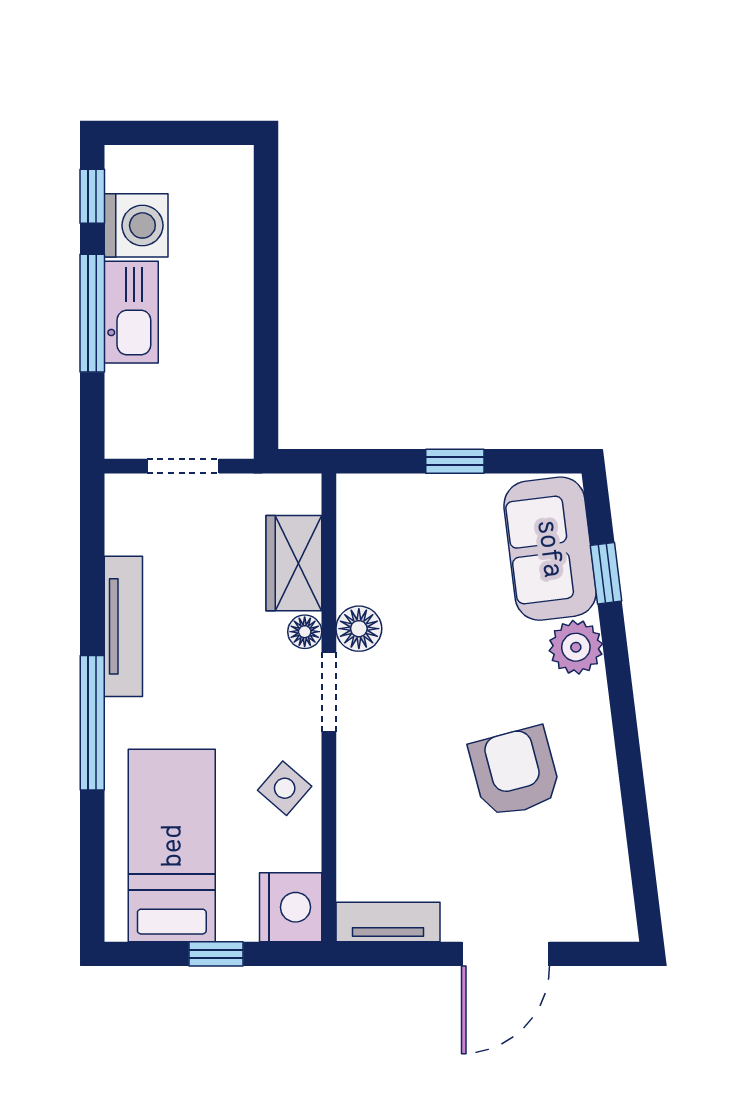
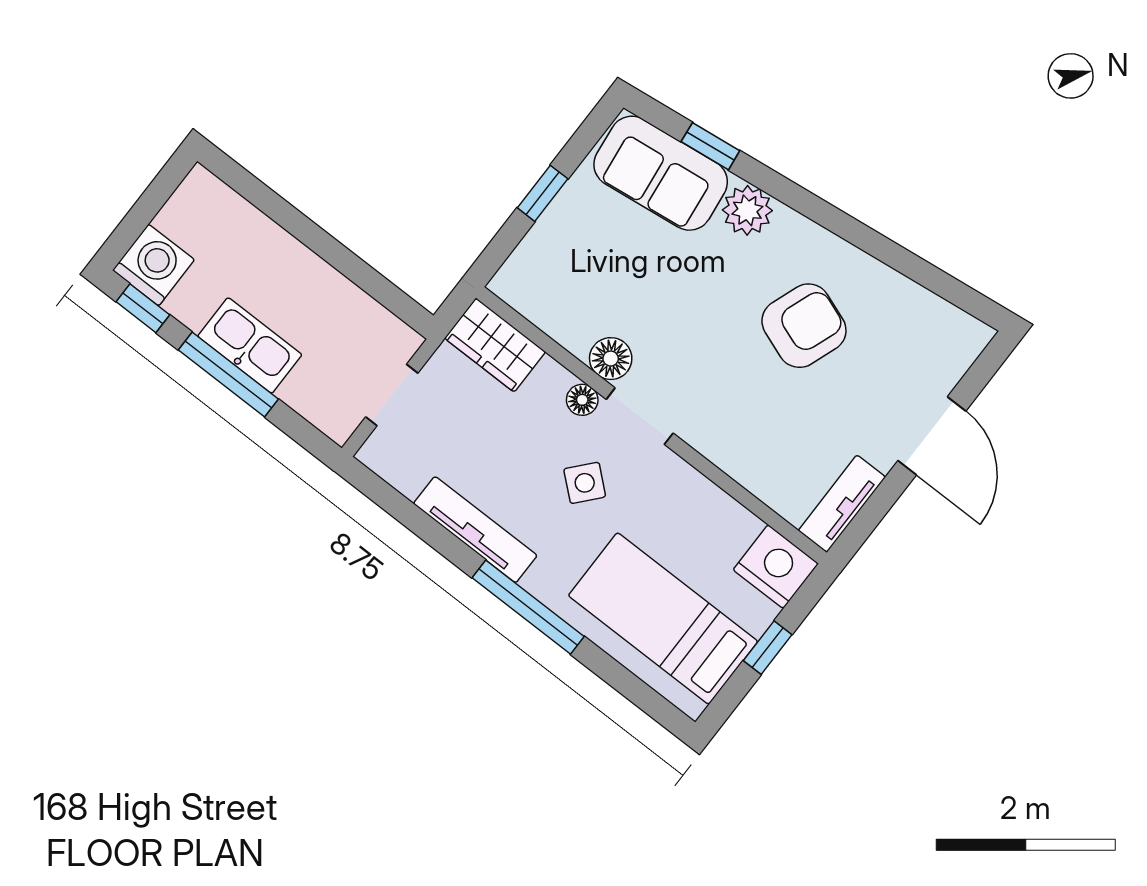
washing machine: (136, 225) -> (153, 265), moved
wardrobe: (294, 563) -> (495, 345), moved
armchair: (515, 772) -> (804, 326), turned 125
side table: (285, 788) -> (585, 483), moved

